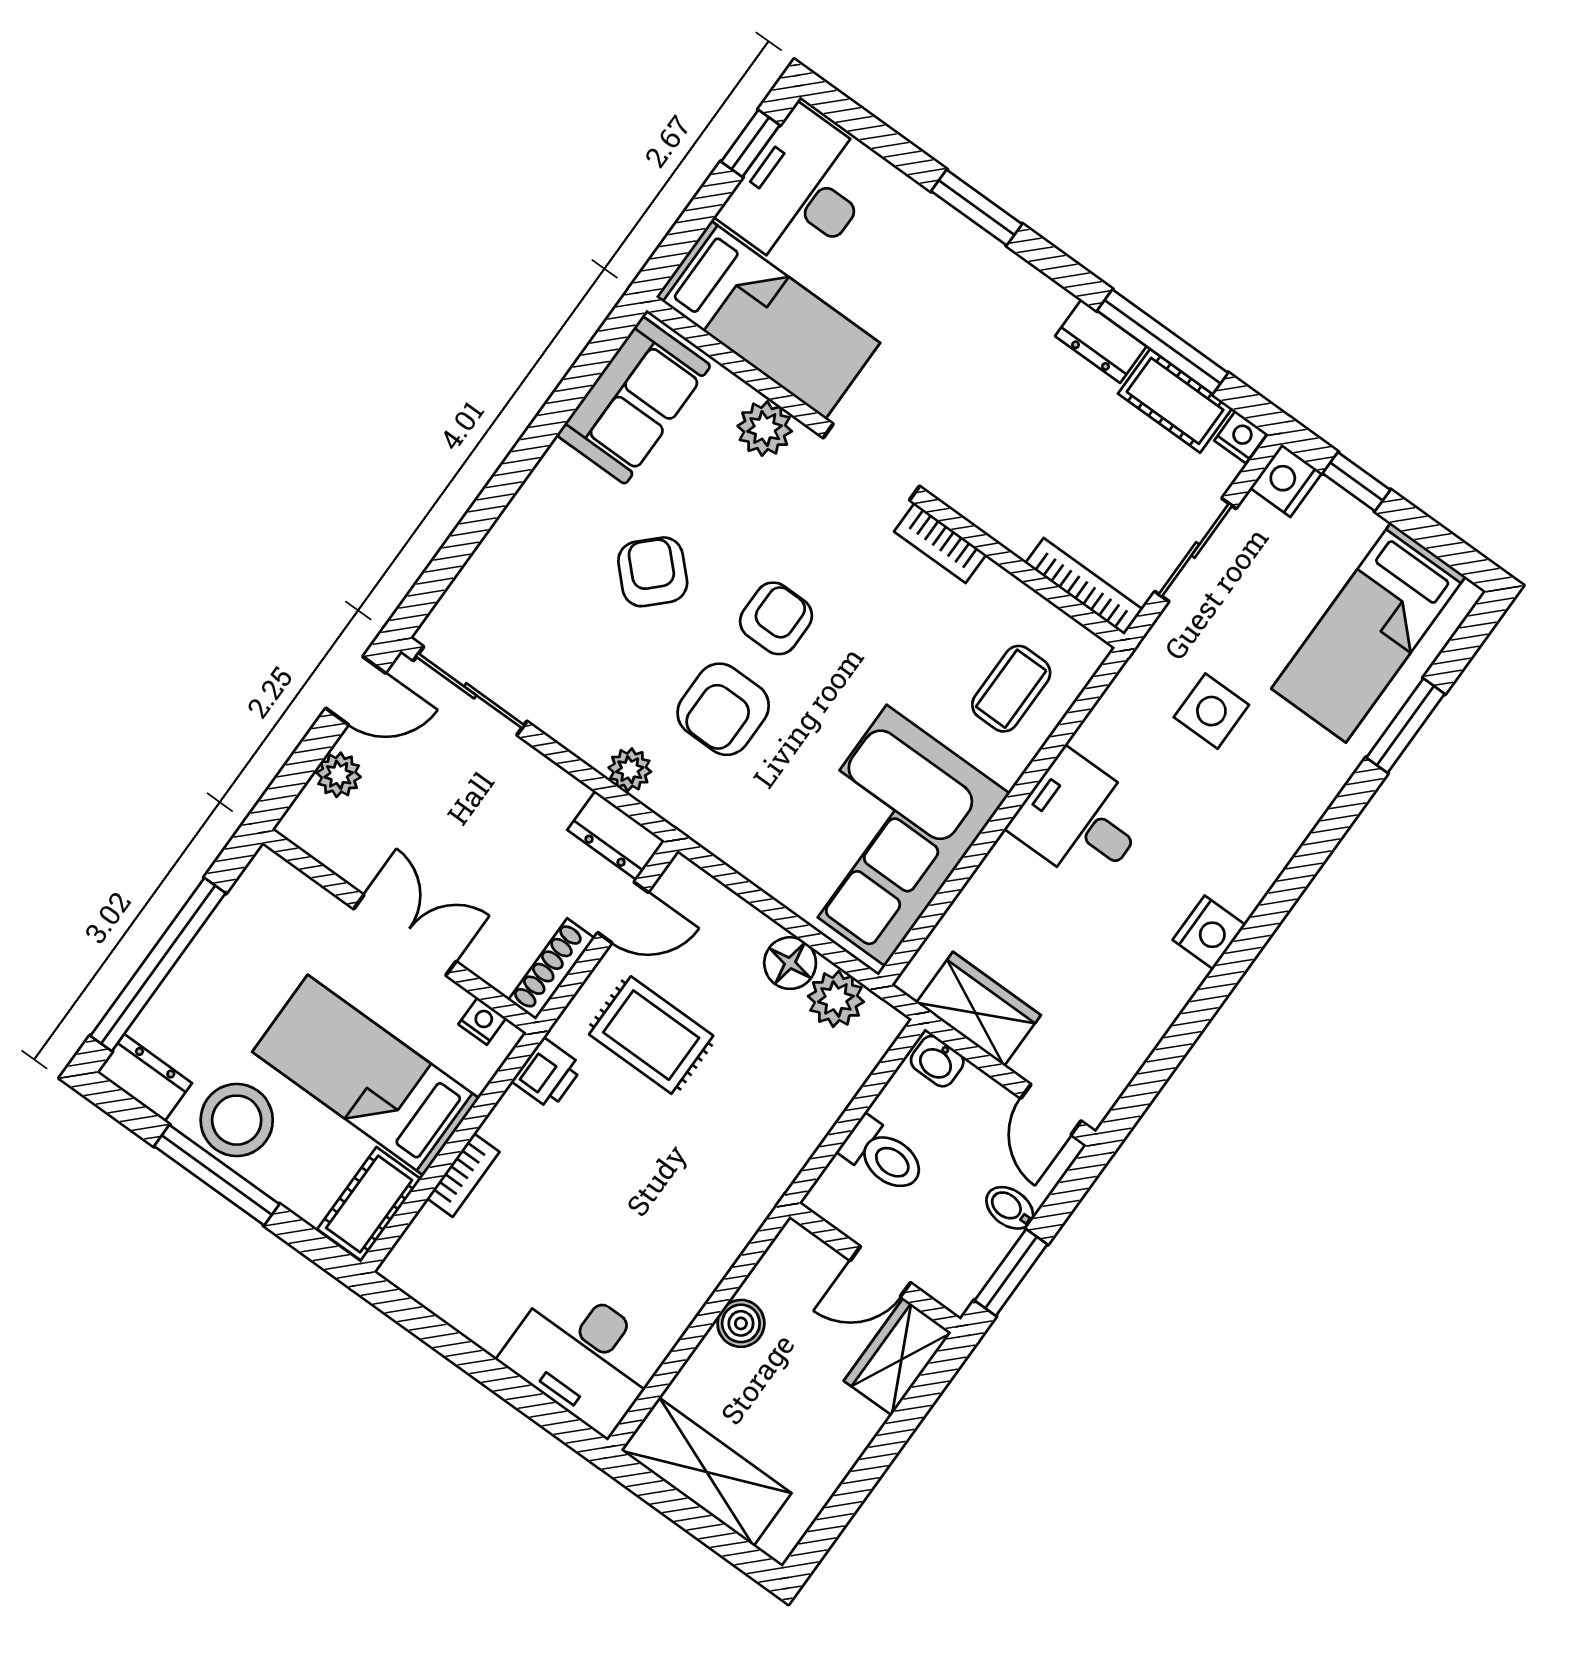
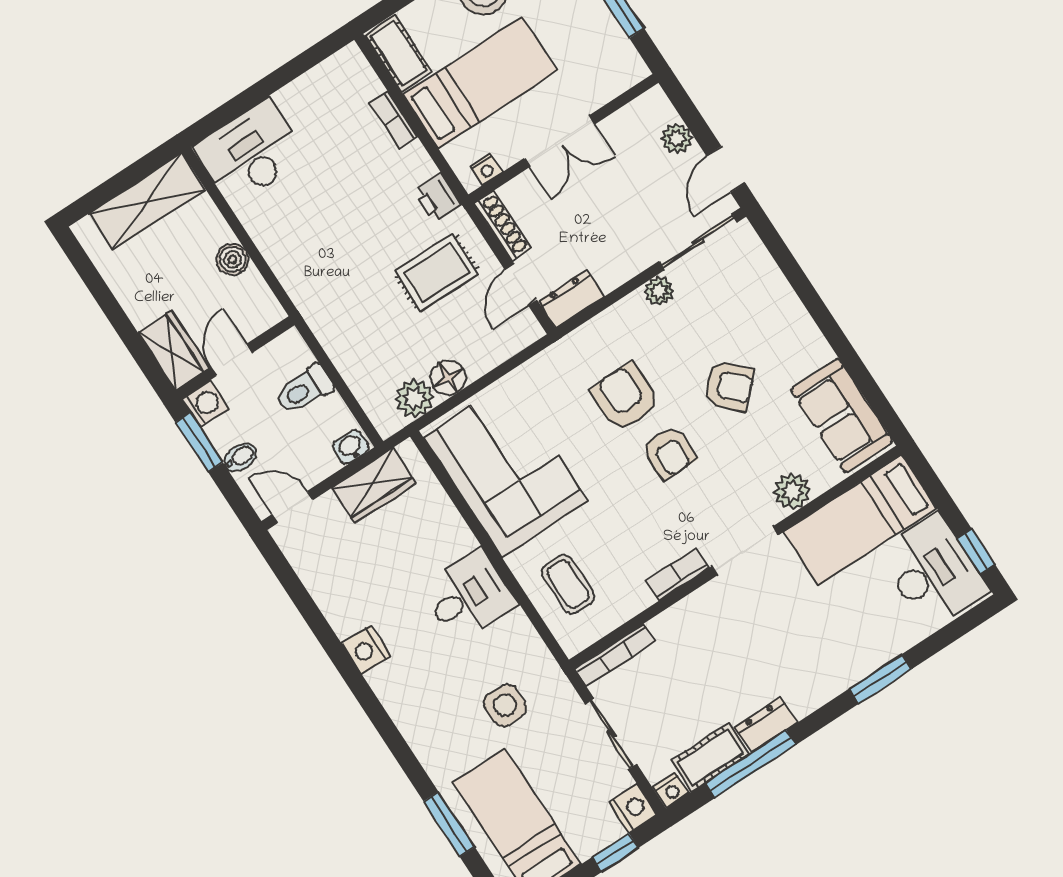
plant: (630, 770) -> (659, 291), moved
washing machine: (955, 1285) -> (205, 404), added

